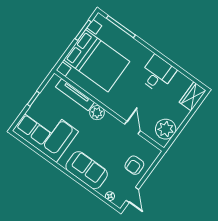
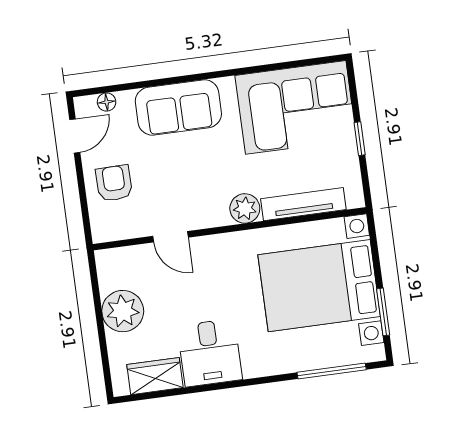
wardrobe: (193, 96) -> (155, 376), moved, turned -90
plant: (166, 129) -> (123, 311), moved
door: (132, 195) -> (75, 136), swing flipped

